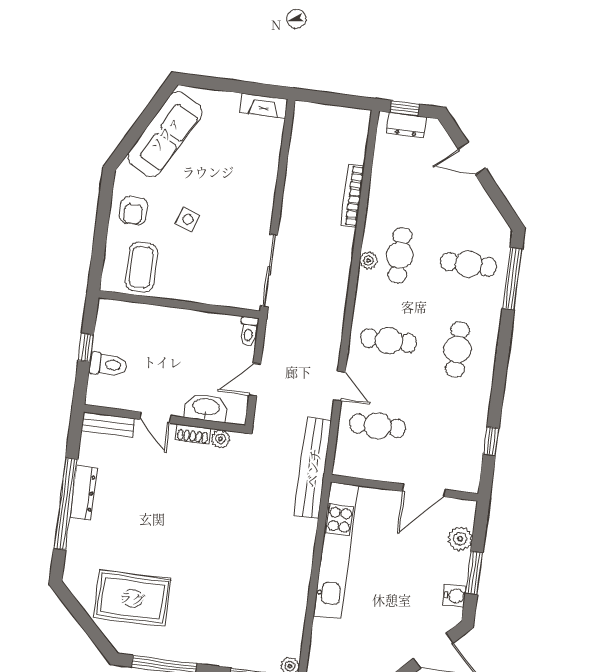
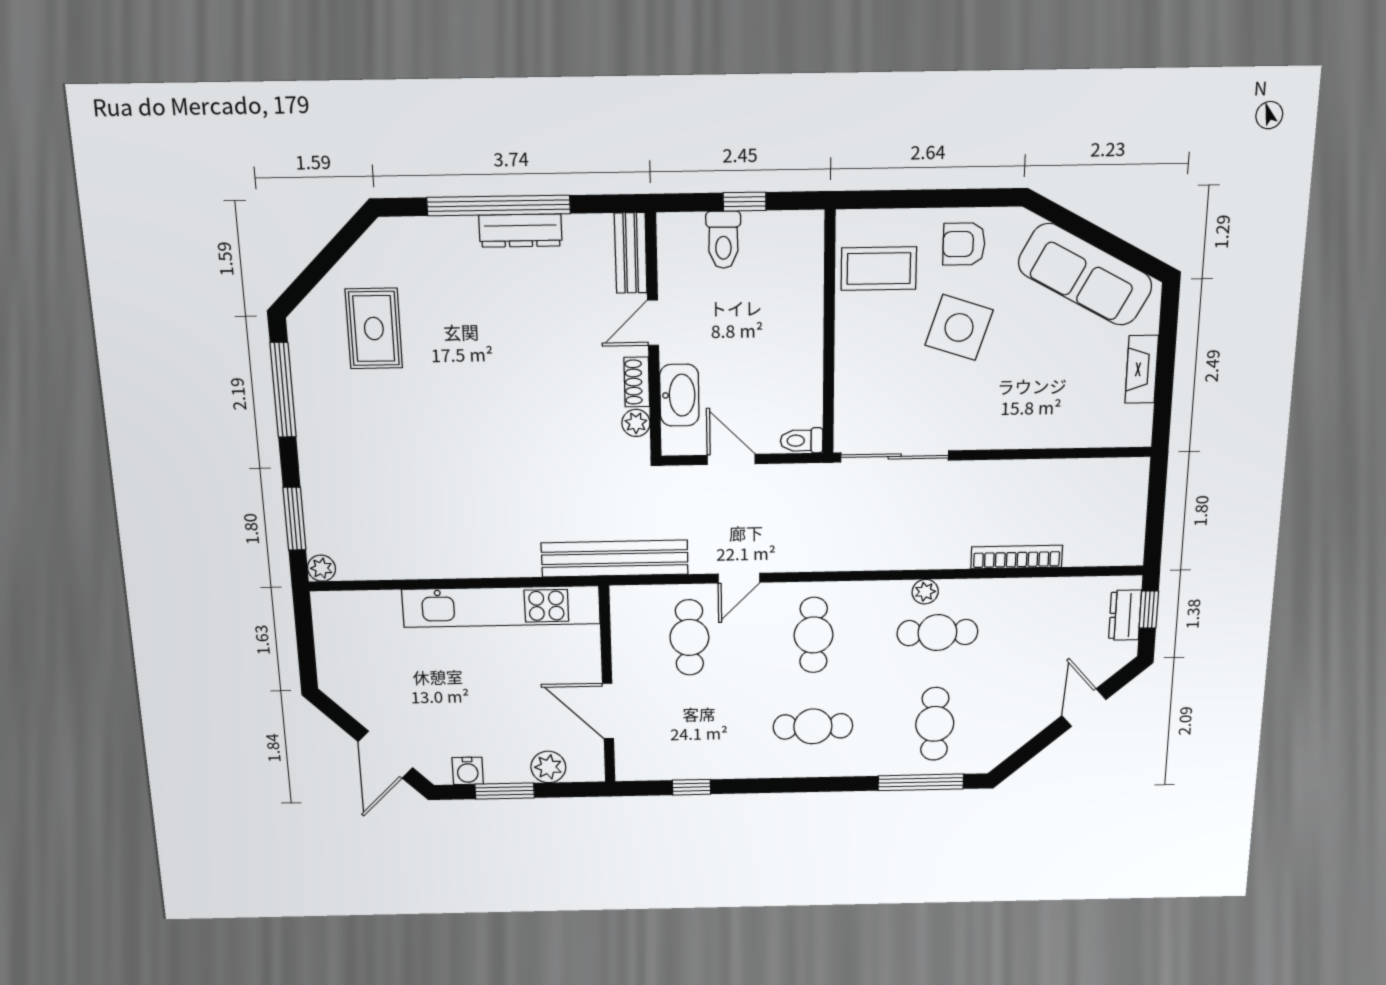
fireplace: (264, 106) -> (1142, 369), moved
side table: (188, 219) -> (959, 327), width x1.87, depth x1.87
rug: (132, 598) -> (374, 329), width x0.73, depth x0.70

